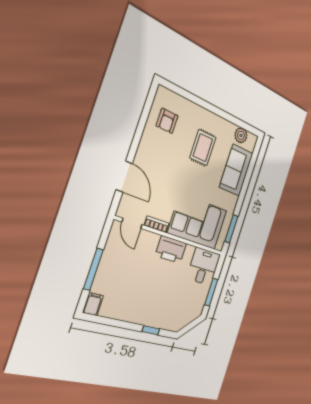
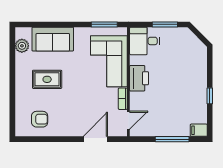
window: (151, 330) -> (210, 96), moved

